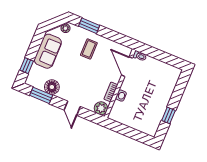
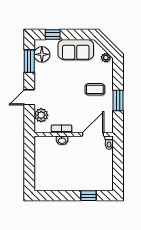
window: (89, 26) -> (118, 100), moved
floor lamp: (52, 87) -> (42, 54), moved
plant: (101, 108) -> (41, 115), moved
window: (168, 115) -> (89, 196), moved

